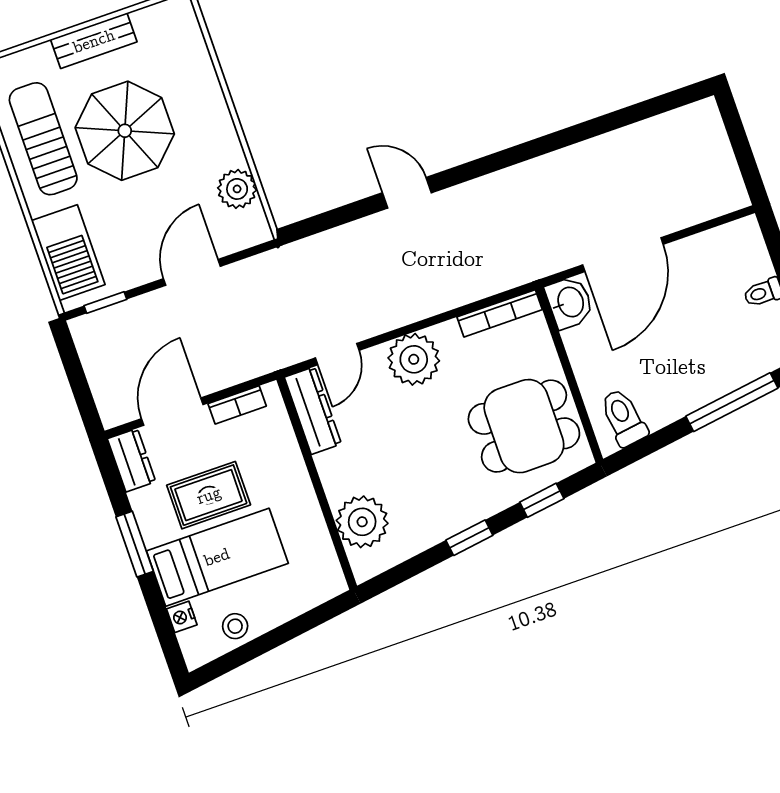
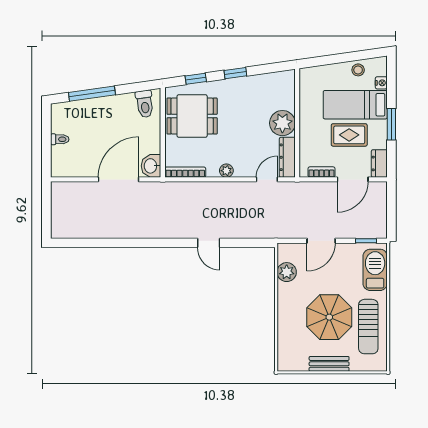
plant: (414, 359) -> (226, 171), width x0.53, depth x0.53
plant: (362, 522) -> (282, 123), moved

